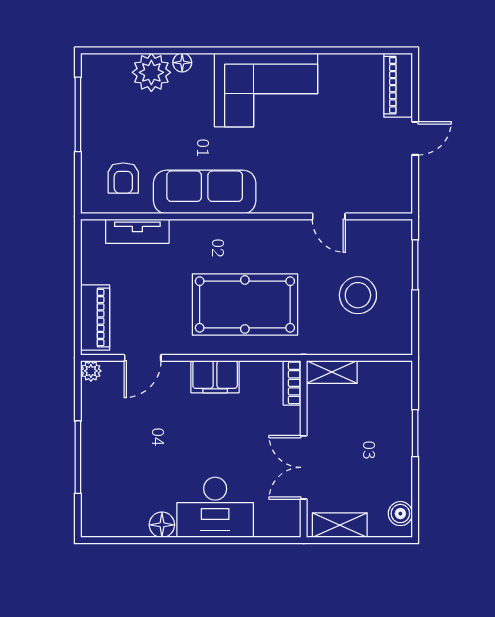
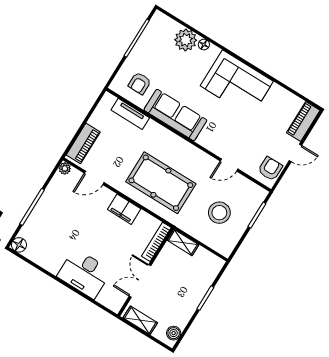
armchair: (392, 184) -> (270, 169), added
door: (329, 216) -> (229, 165), hinge flipped
bookcase: (292, 383) -> (156, 242), width x1.56
floor lamp: (162, 525) -> (19, 245), moved

